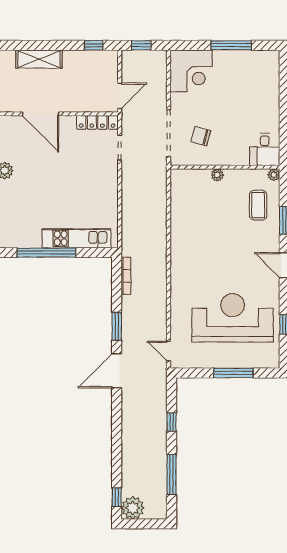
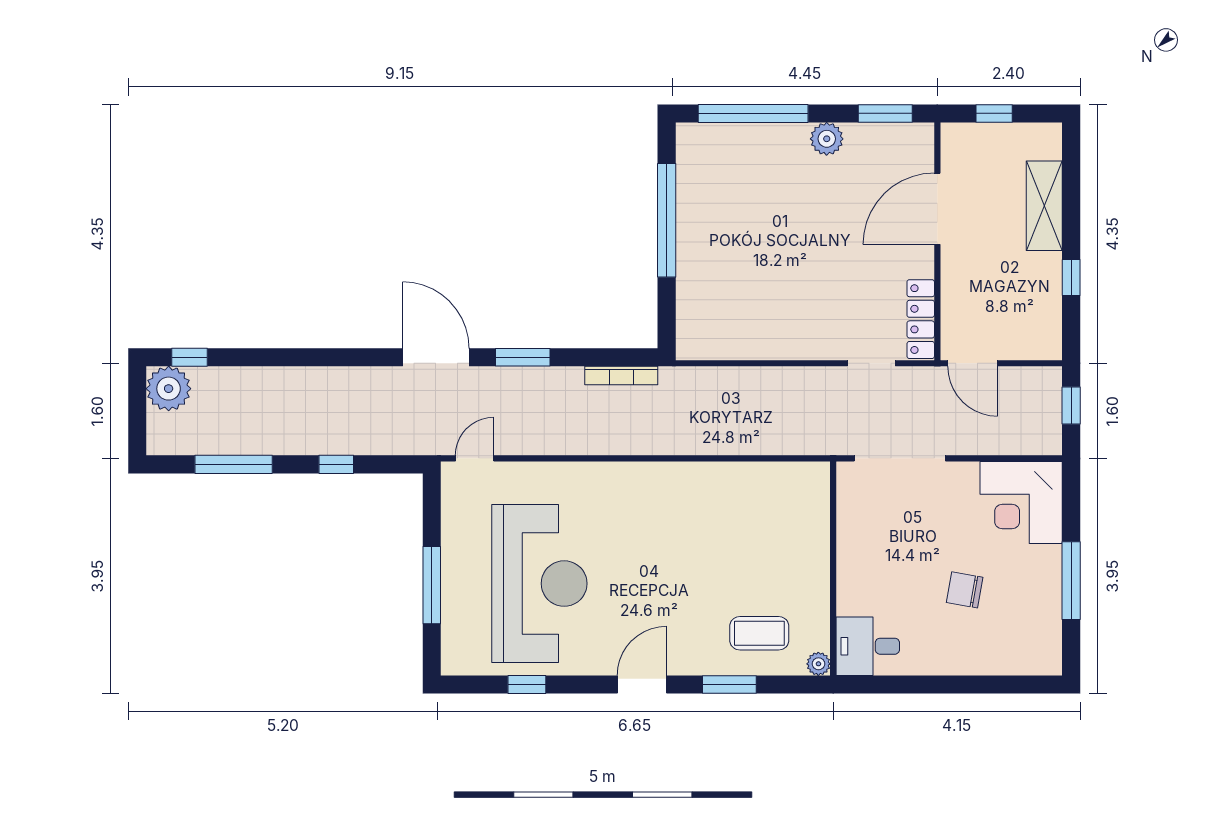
window: (94, 45) -> (1071, 277), moved
chair: (201, 136) -> (965, 590), moved, turned -95
plant: (217, 175) -> (818, 554), removed
kitchen unit: (76, 238) -> (694, 279), removed

